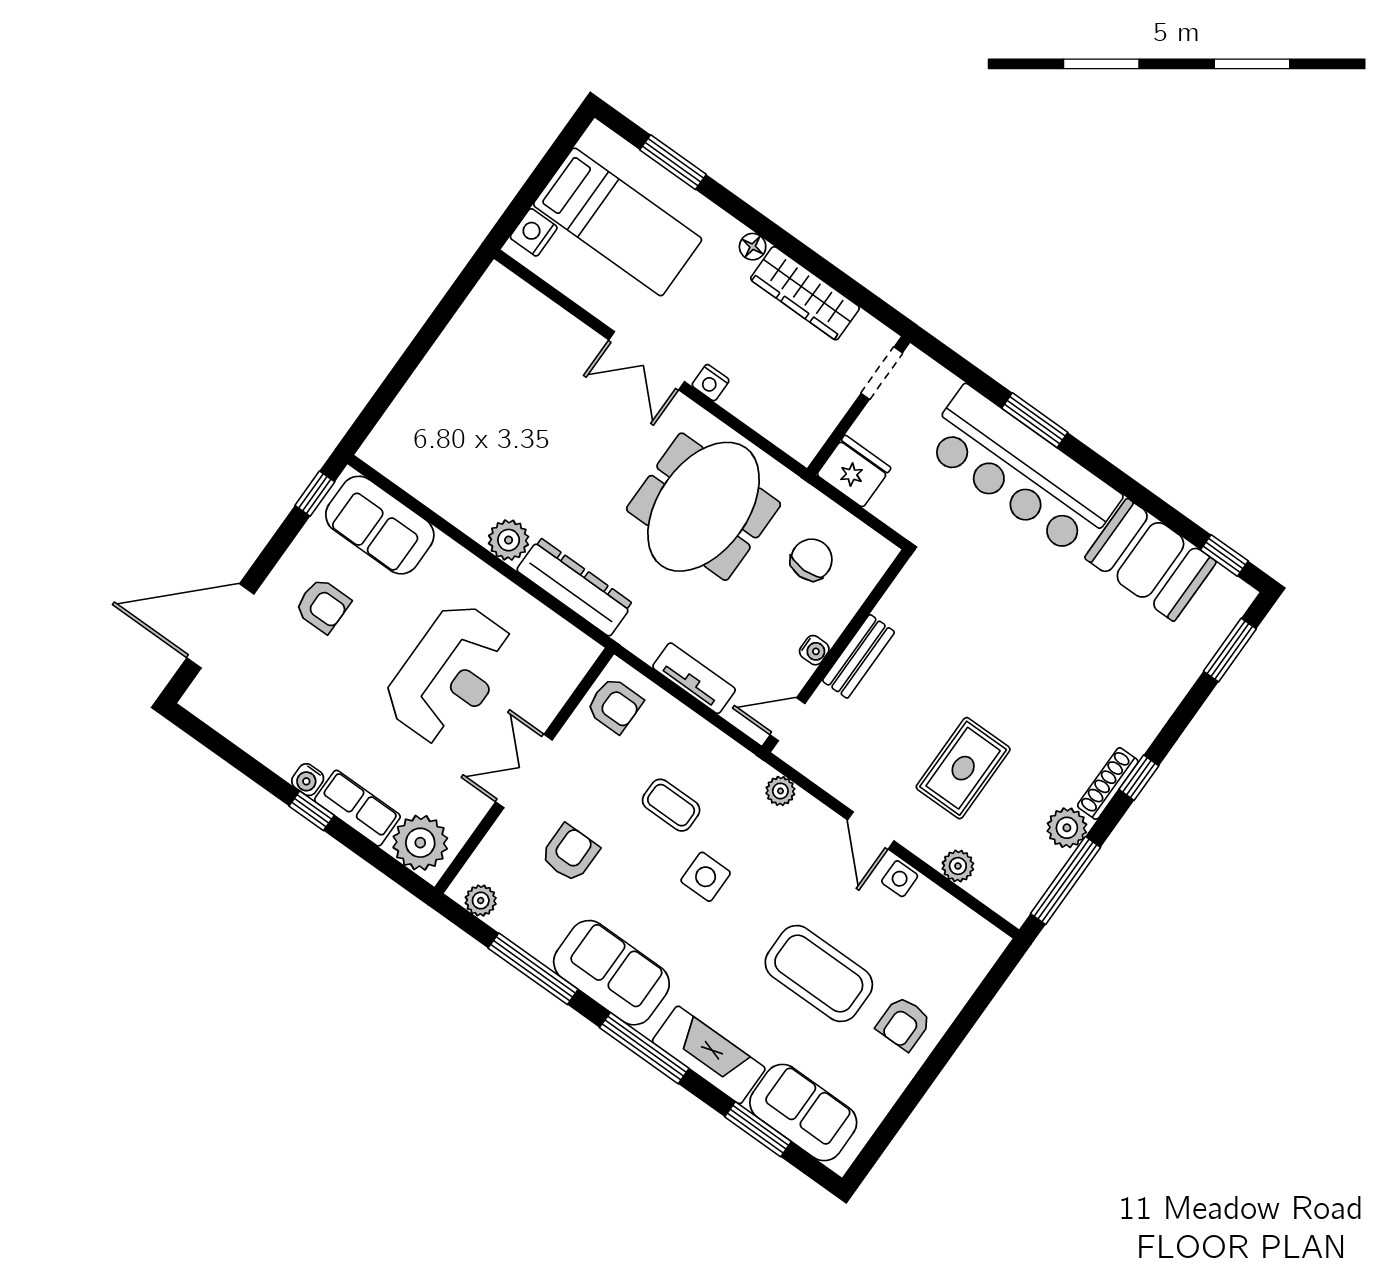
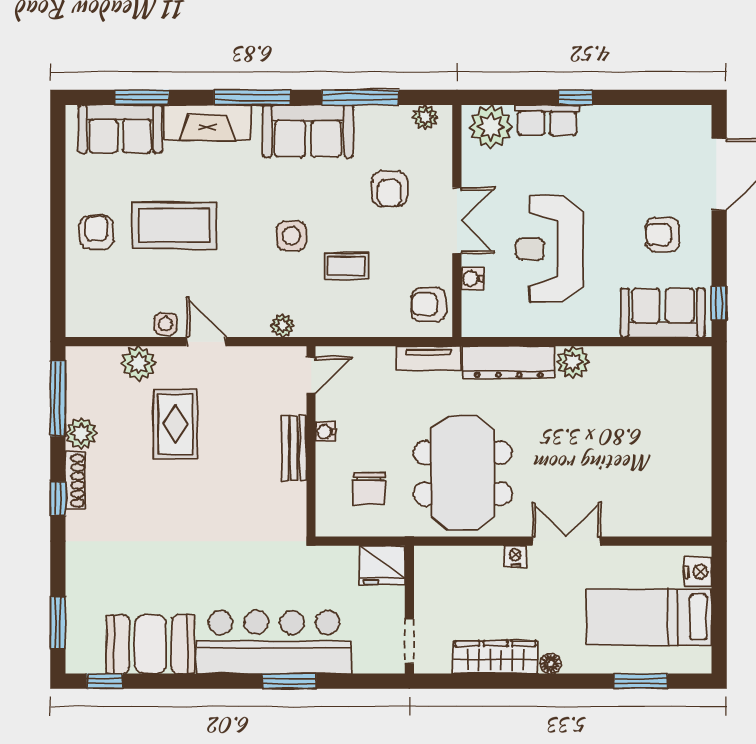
tv unit: (694, 678) -> (428, 358), moved
water cooler: (308, 780) -> (472, 279), moved, turned -90
plant: (958, 866) -> (139, 363), width x1.38, depth x1.38

